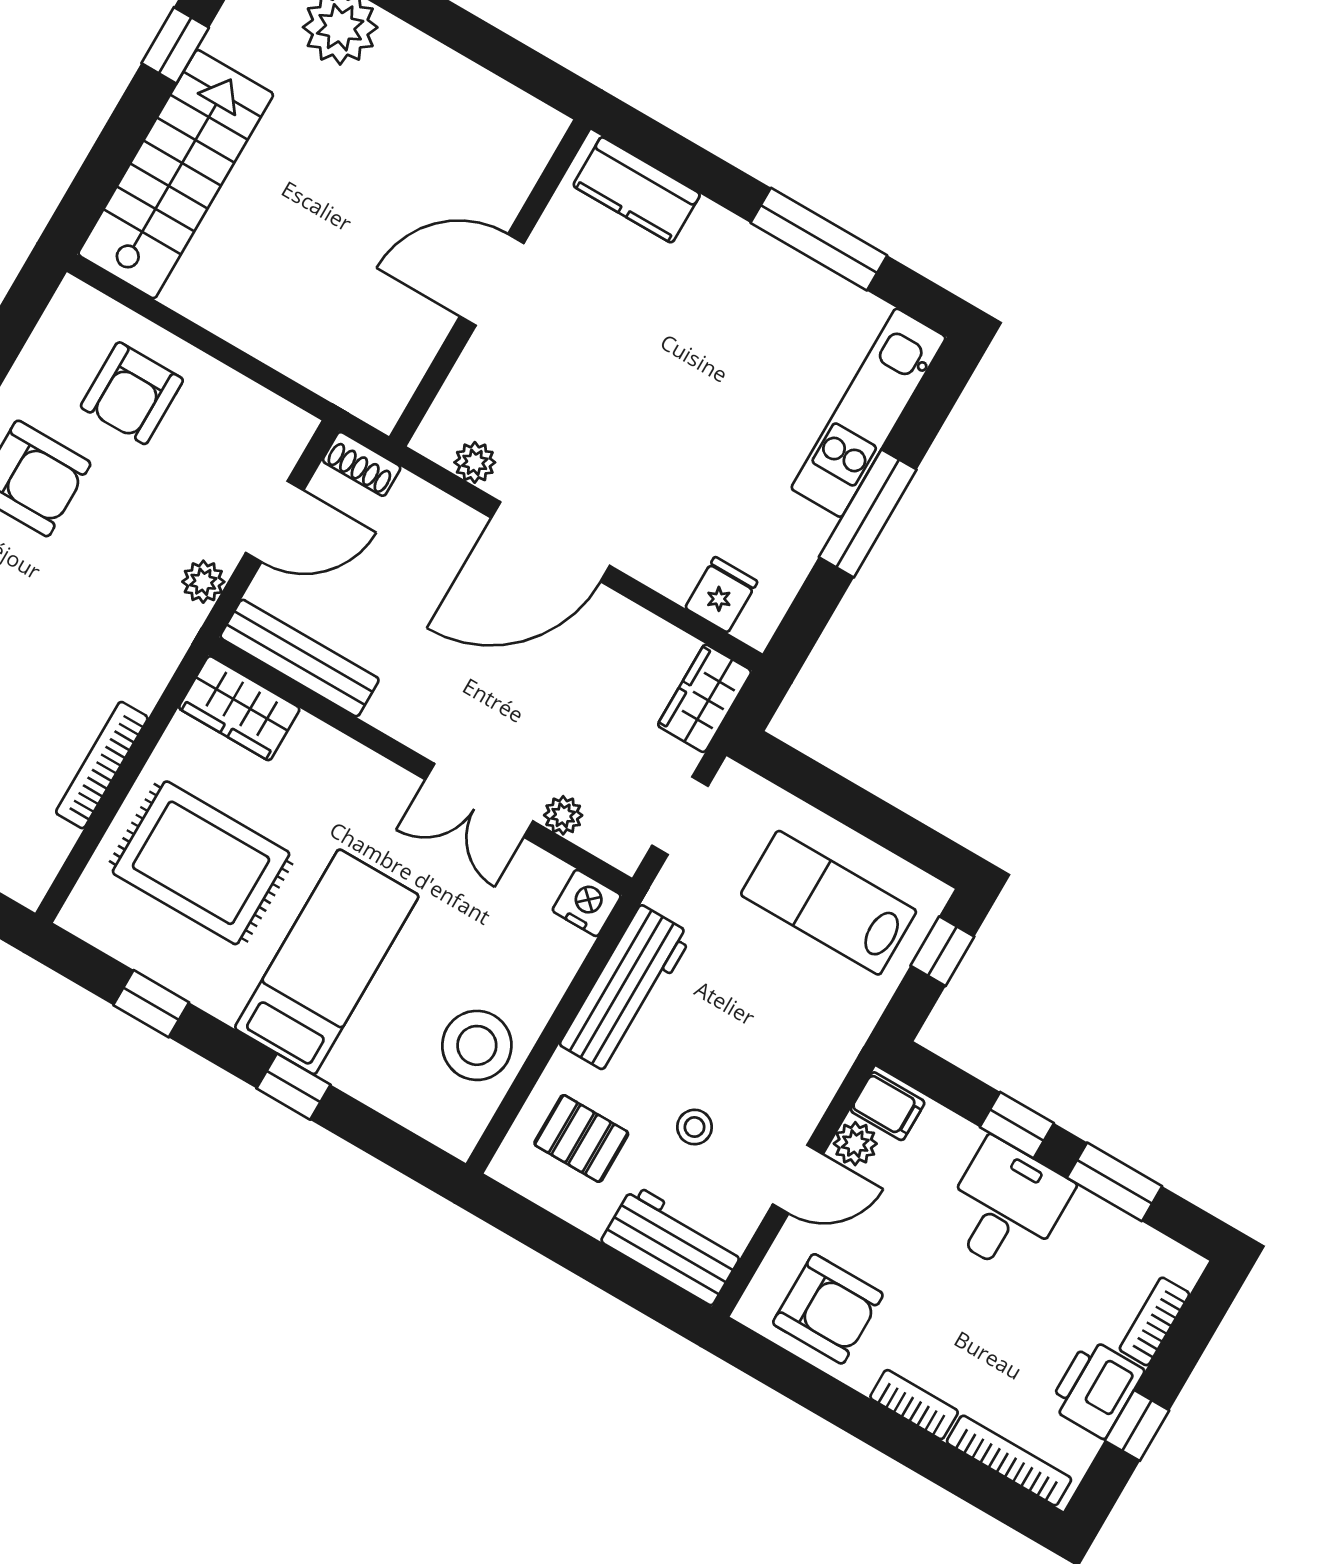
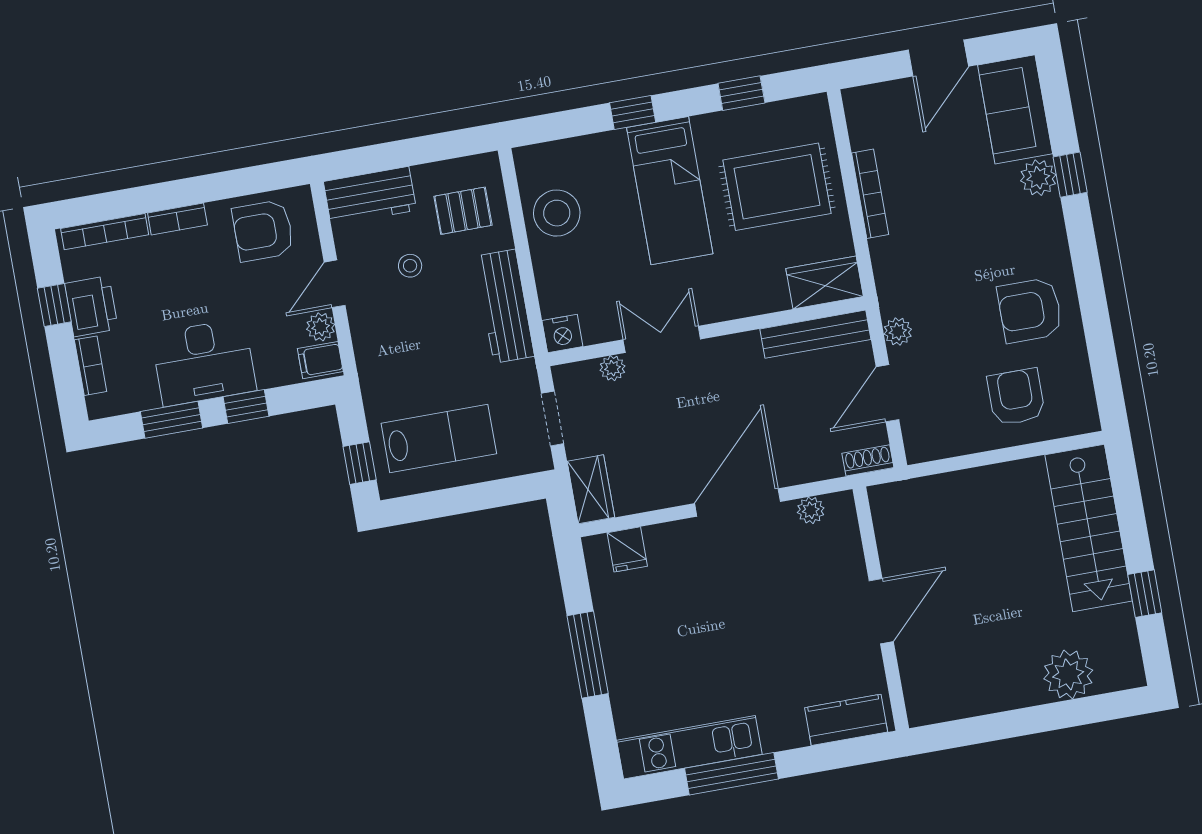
kitchen unit: (868, 413) -> (689, 747), moved, turned -90
desk: (1006, 1207) -> (204, 362), width x1.37

